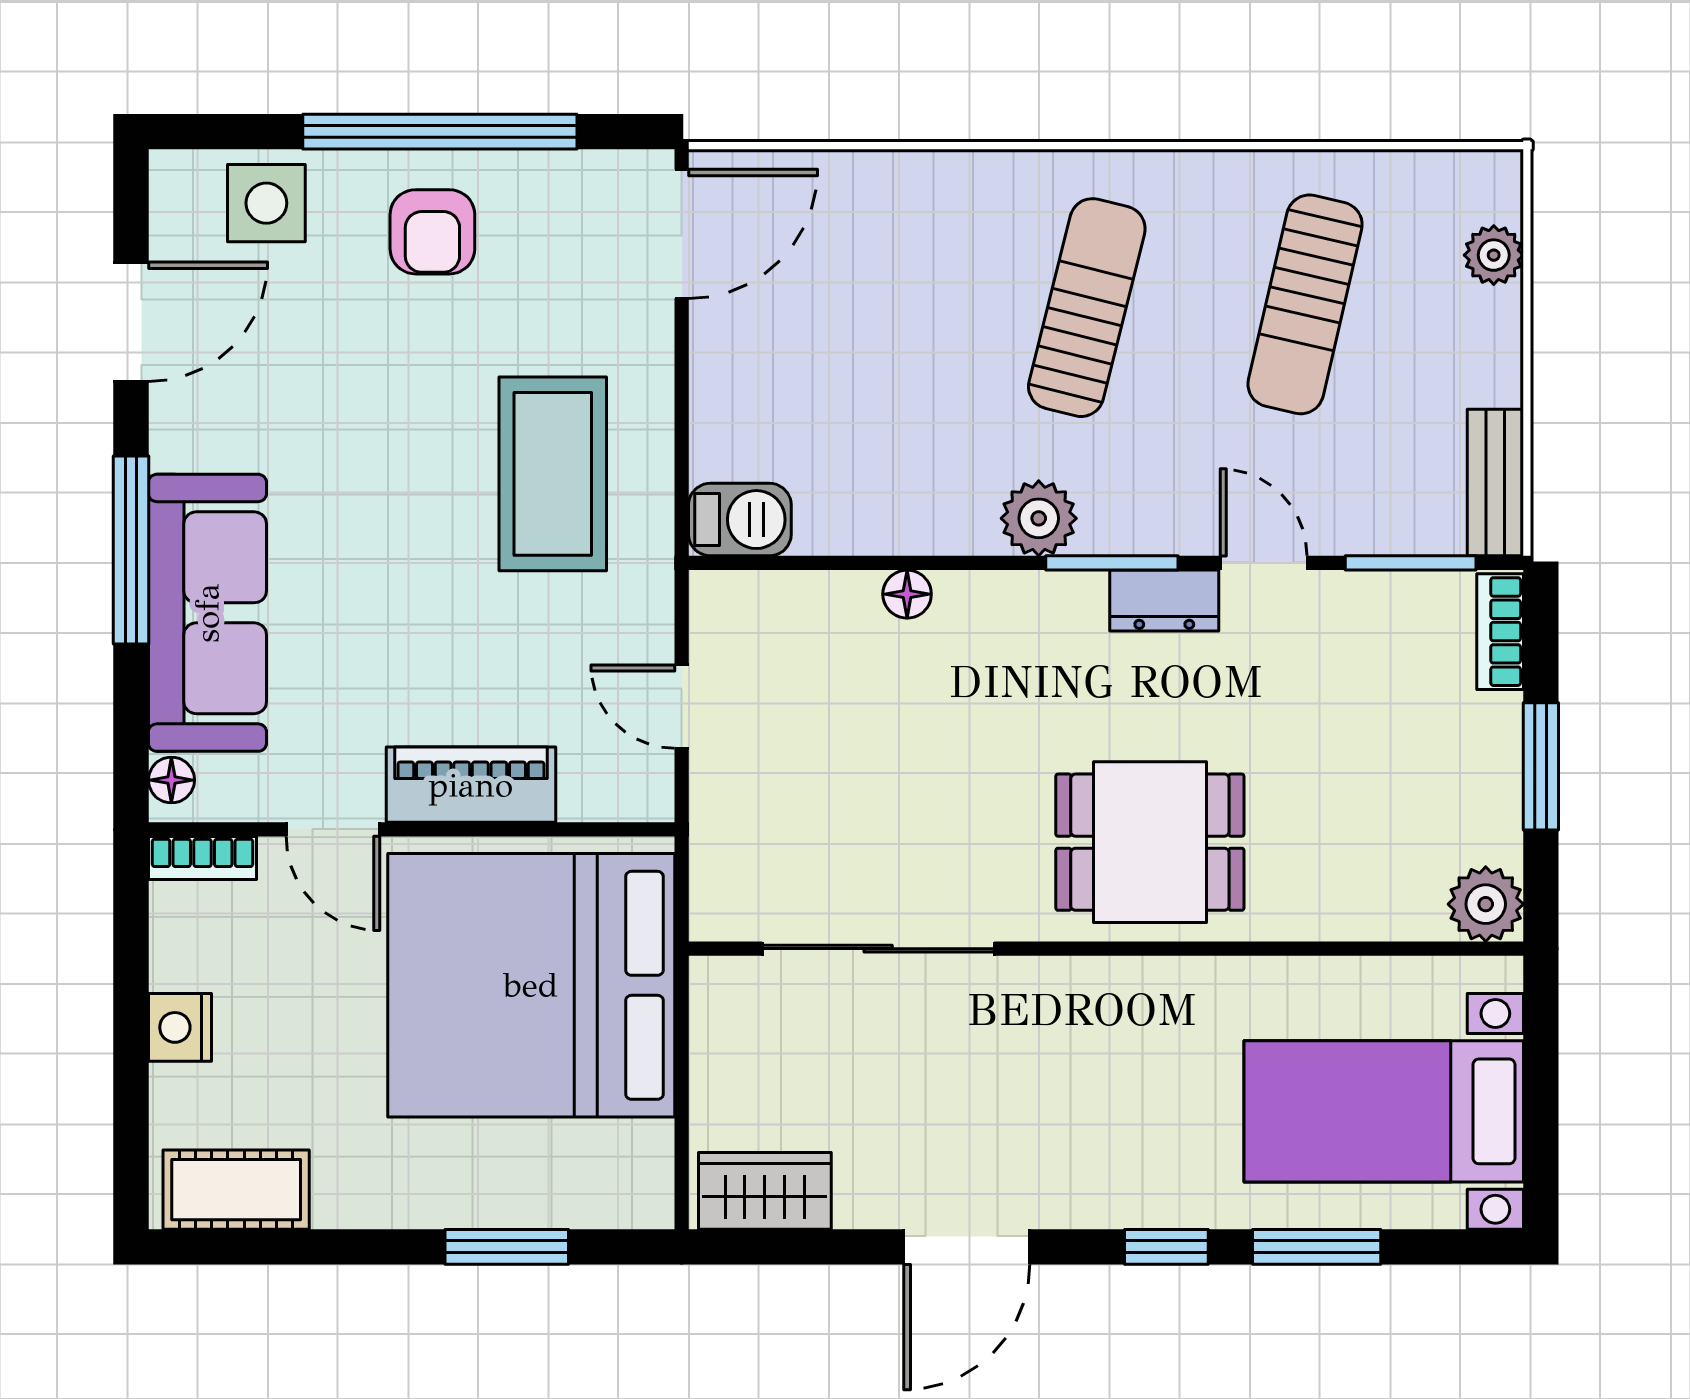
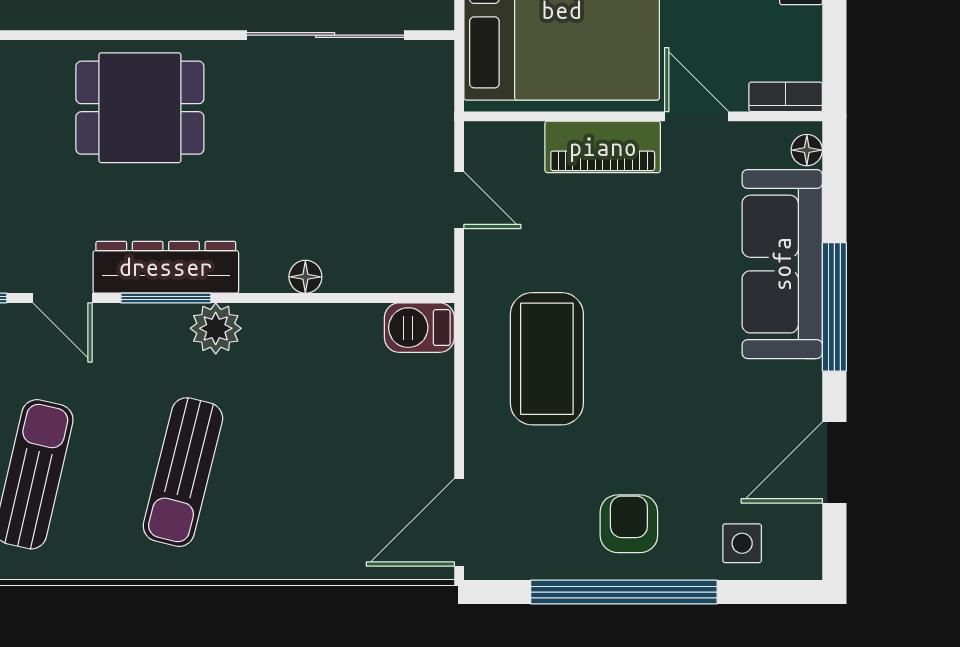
side table: (266, 203) -> (742, 543), width x0.73, depth x0.73
dresser: (1164, 601) -> (166, 267), width x1.96, depth x1.24

